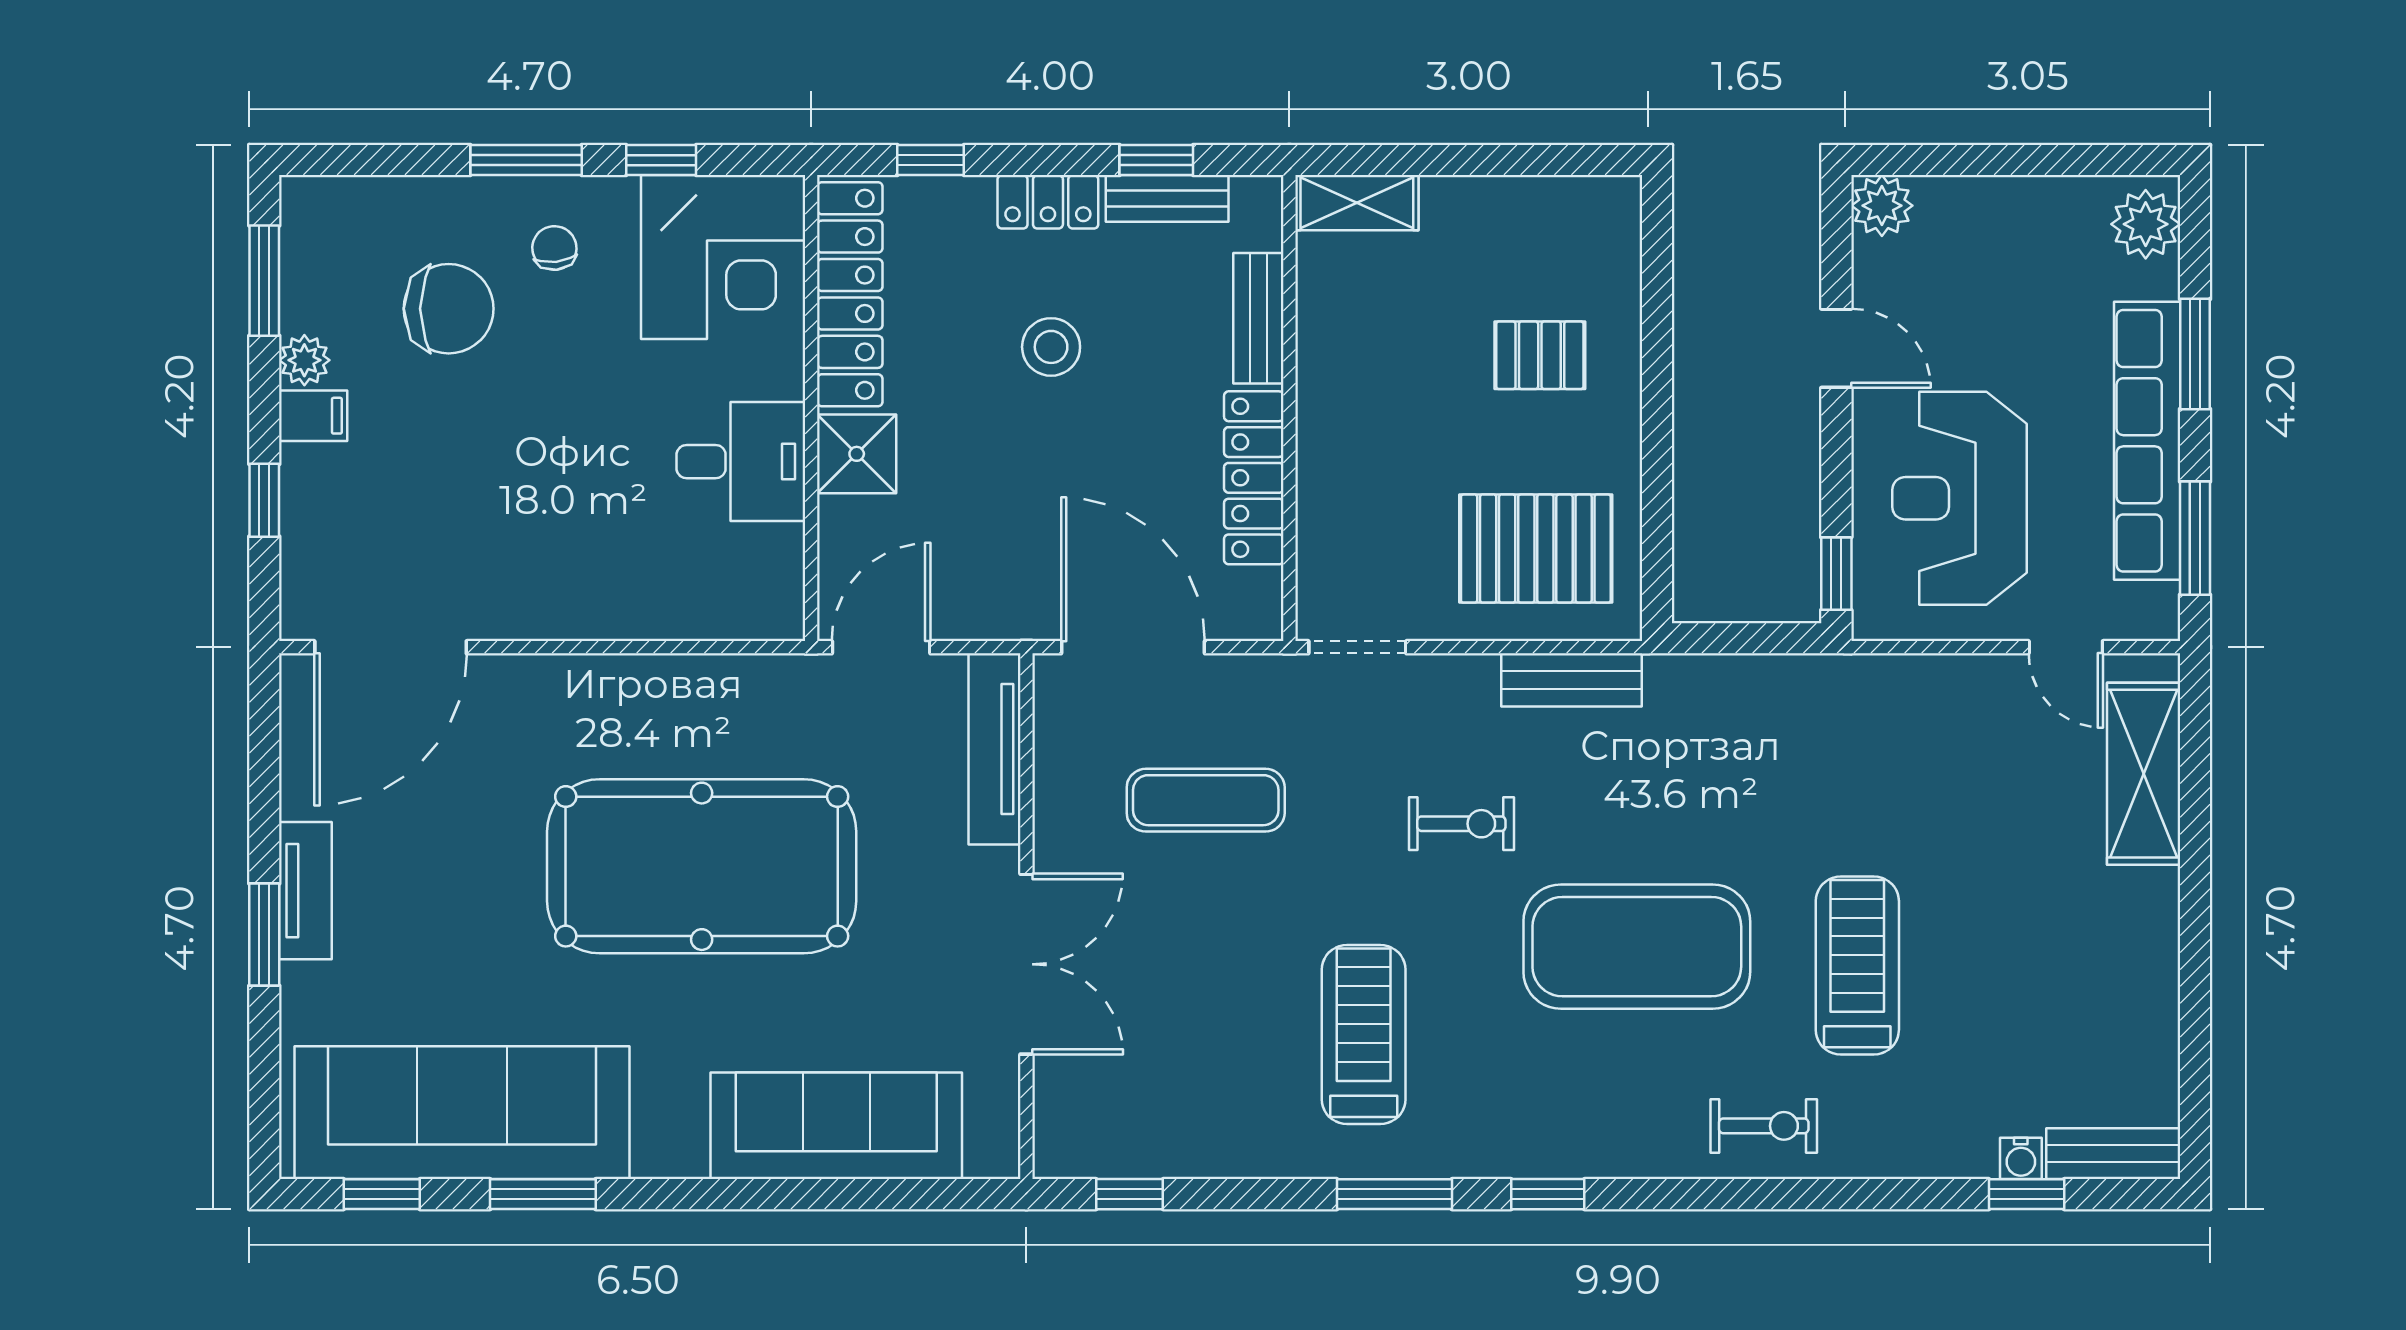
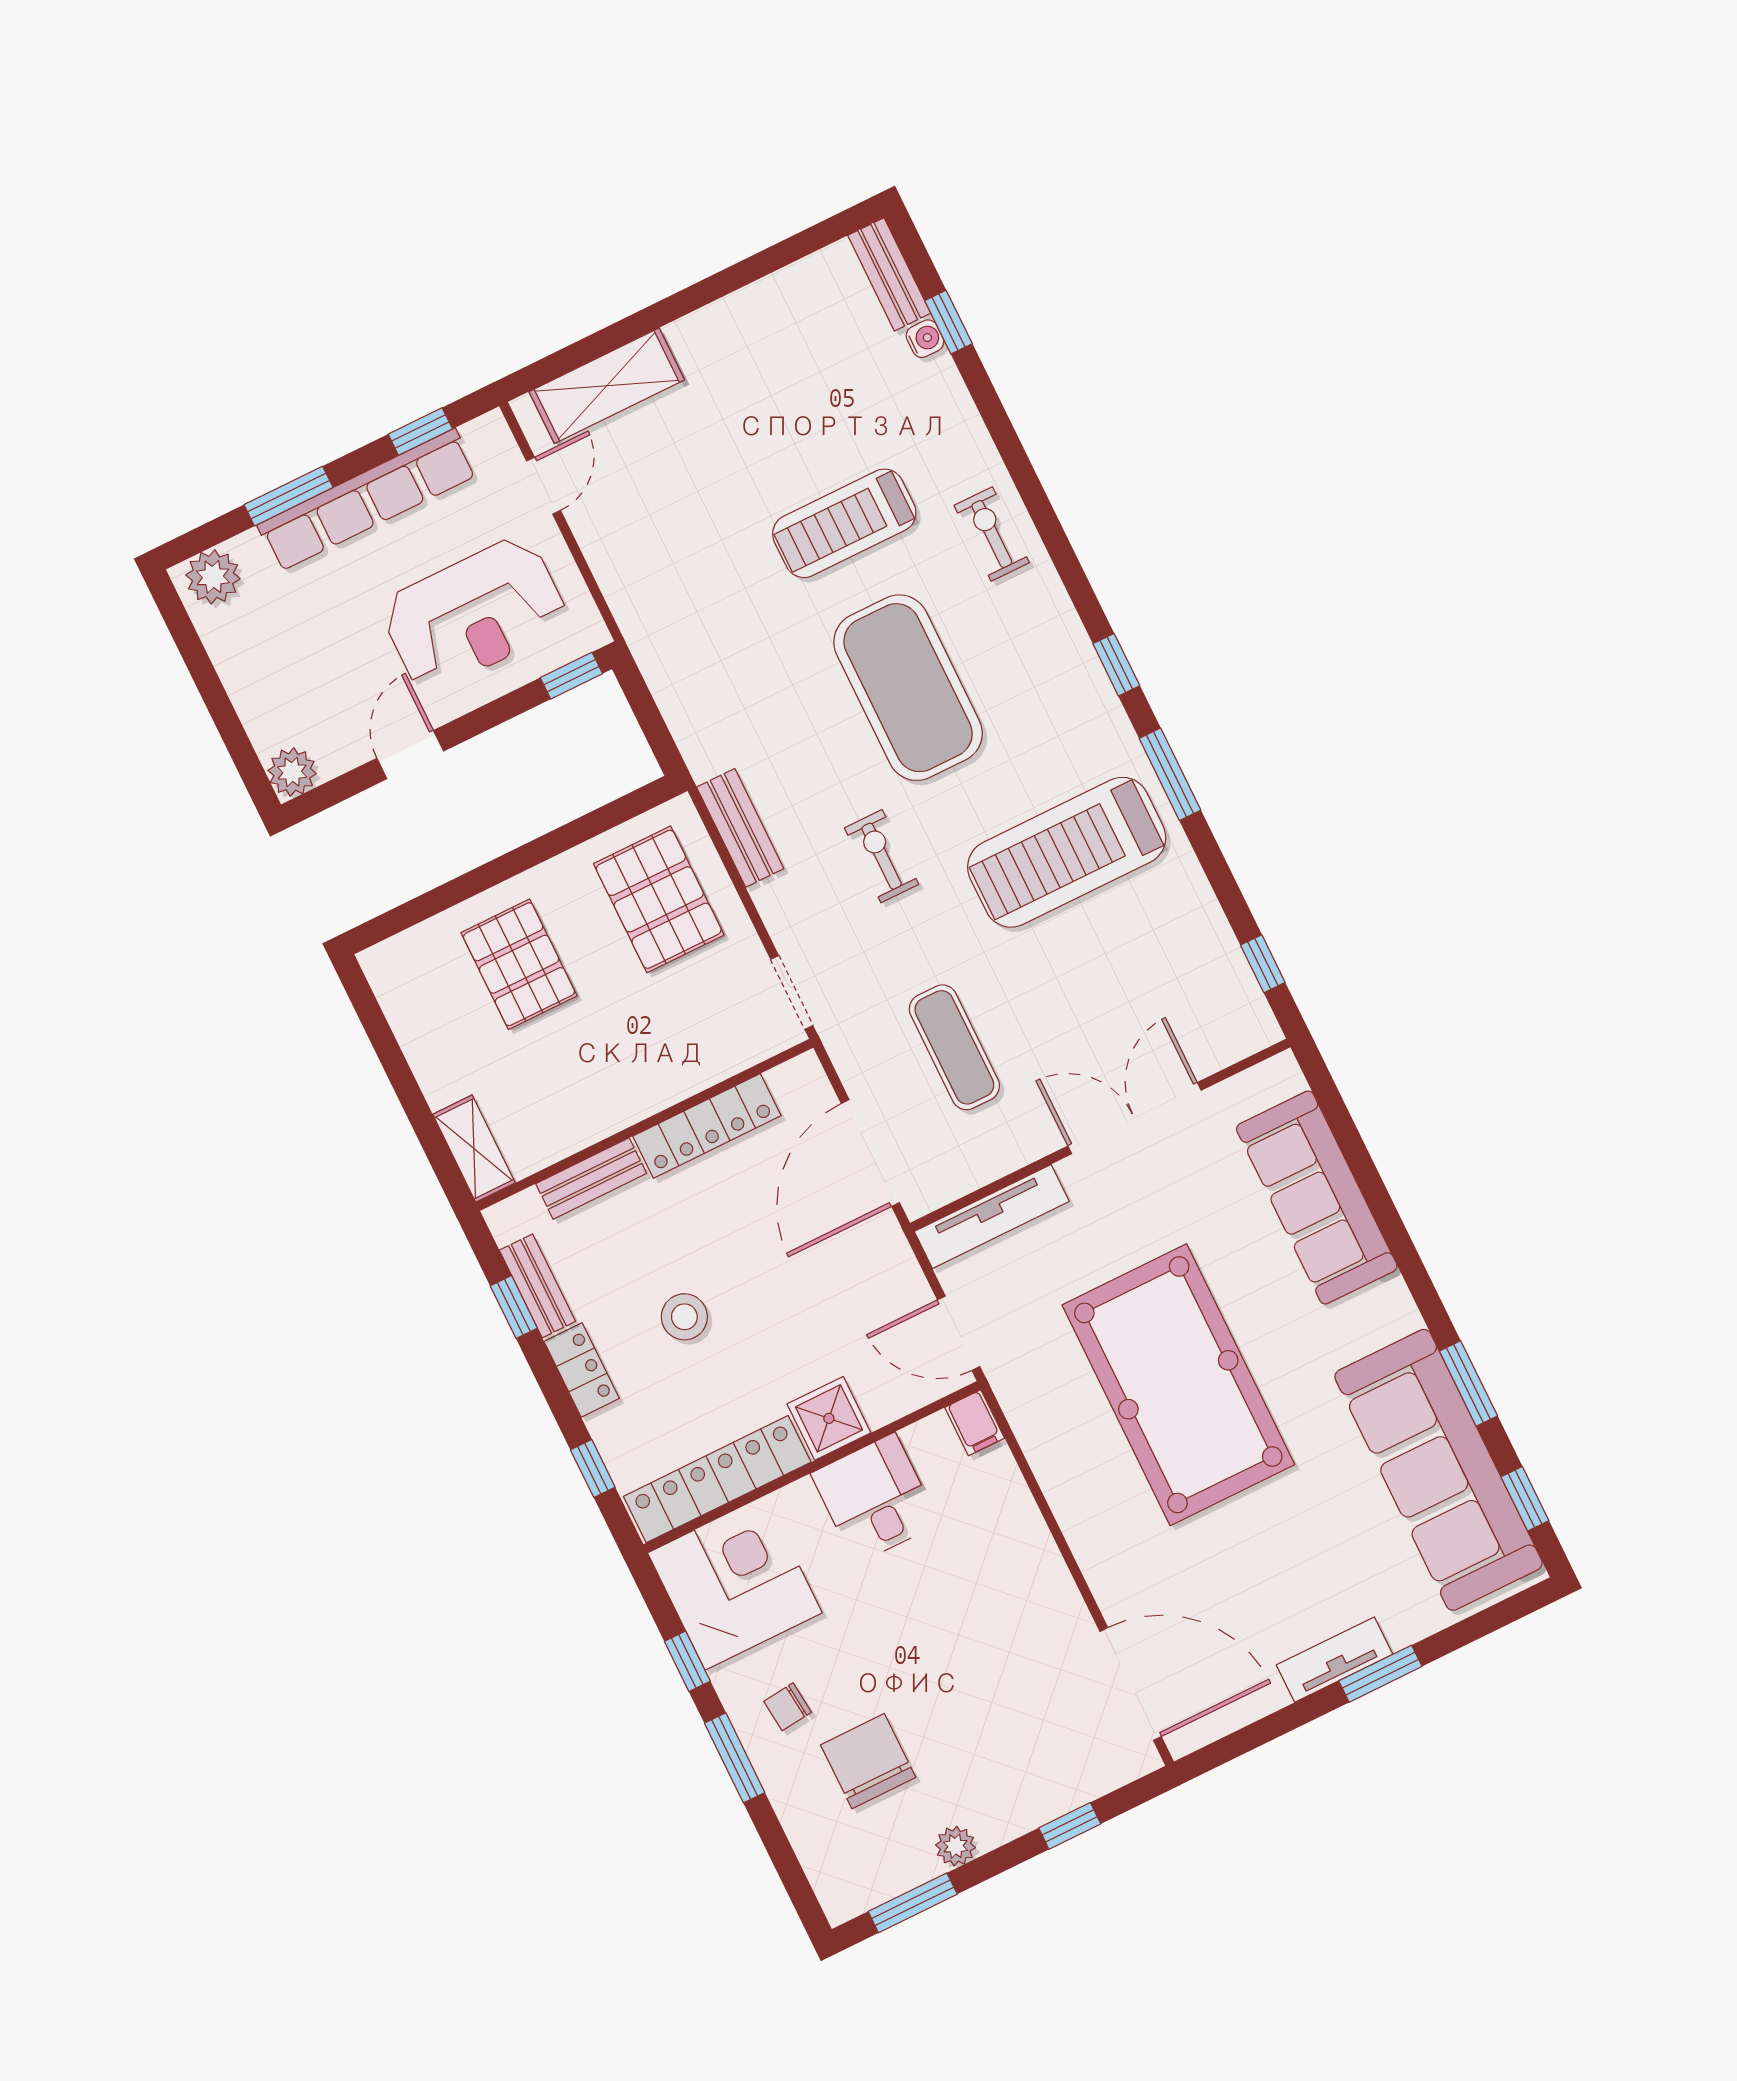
pallet: (1540, 355) -> (519, 964), width x1.50, depth x1.42
filing cabinet: (313, 416) -> (975, 1423), moved, turned 180
window: (2195, 538) -> (420, 432), width x0.67
treadmill: (1364, 1035) -> (1067, 852), width x1.37, depth x1.37

